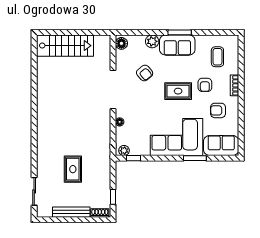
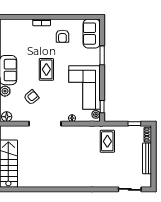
coffee table: (217, 57) -> (18, 37), removed
armchair: (205, 85) -> (41, 47), removed
corner sofa: (176, 137) -> (85, 88), moved
rug: (73, 169) -> (107, 141), moved, turned 90

